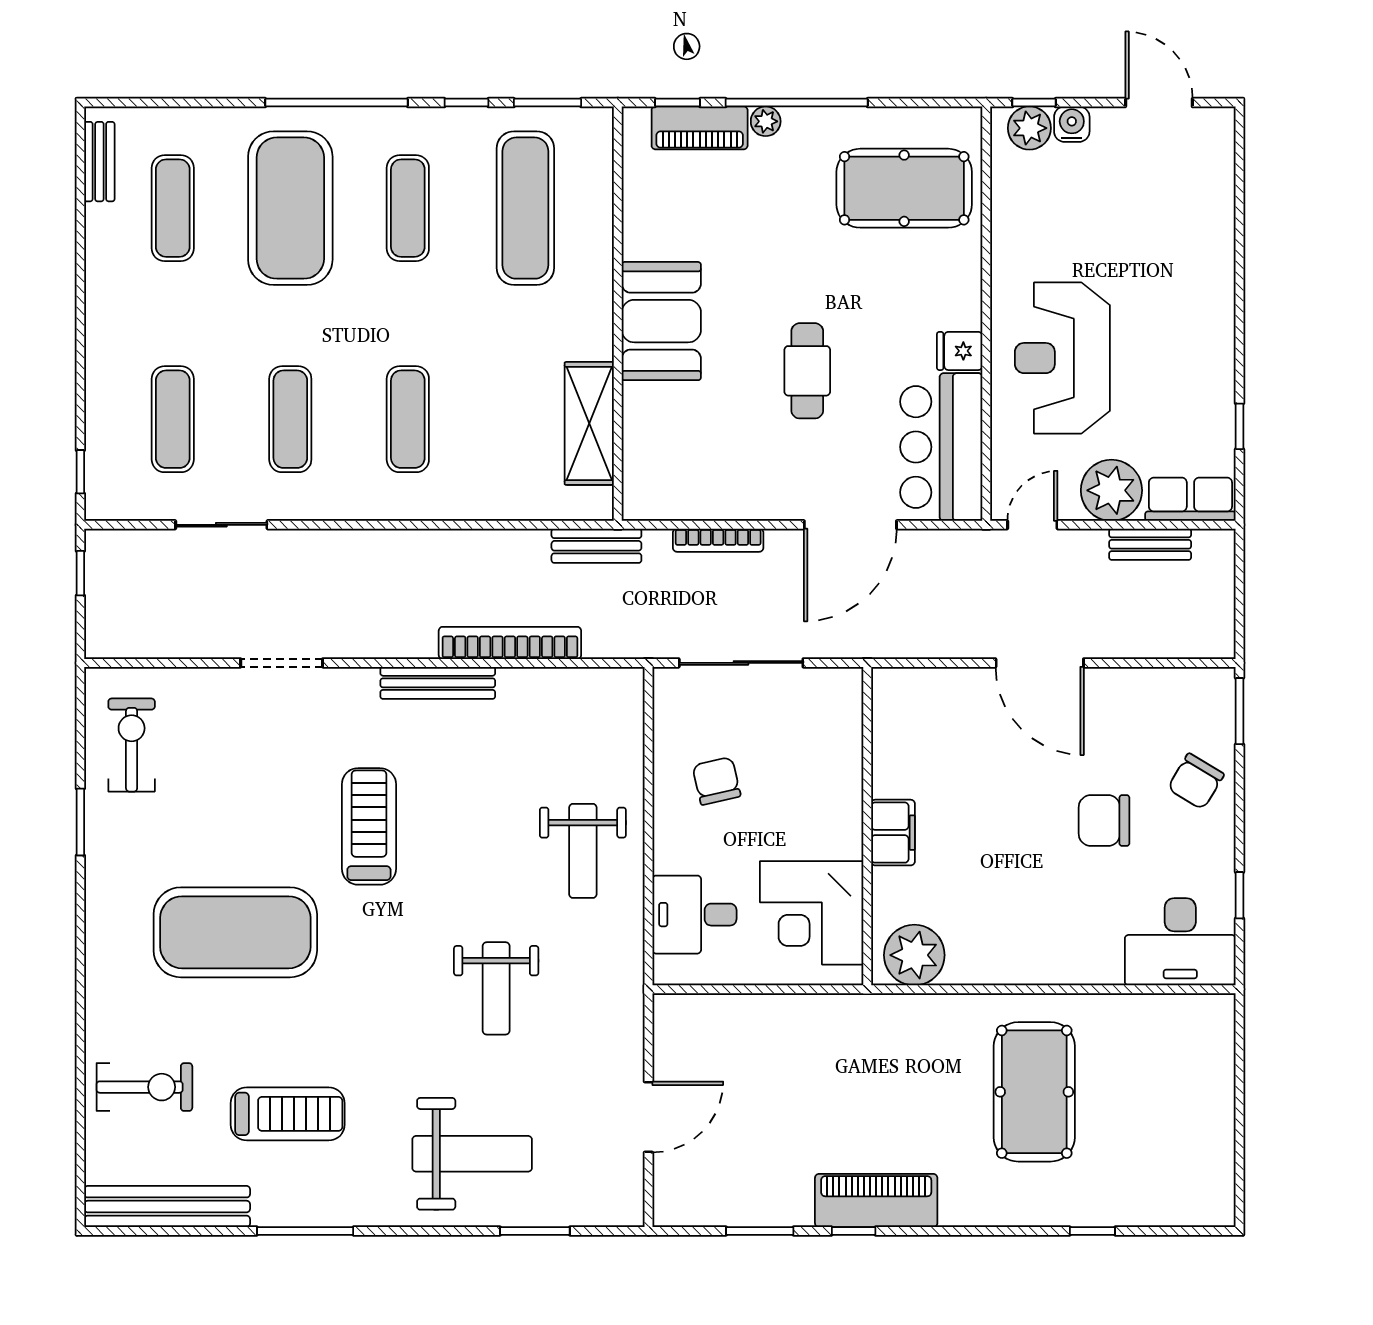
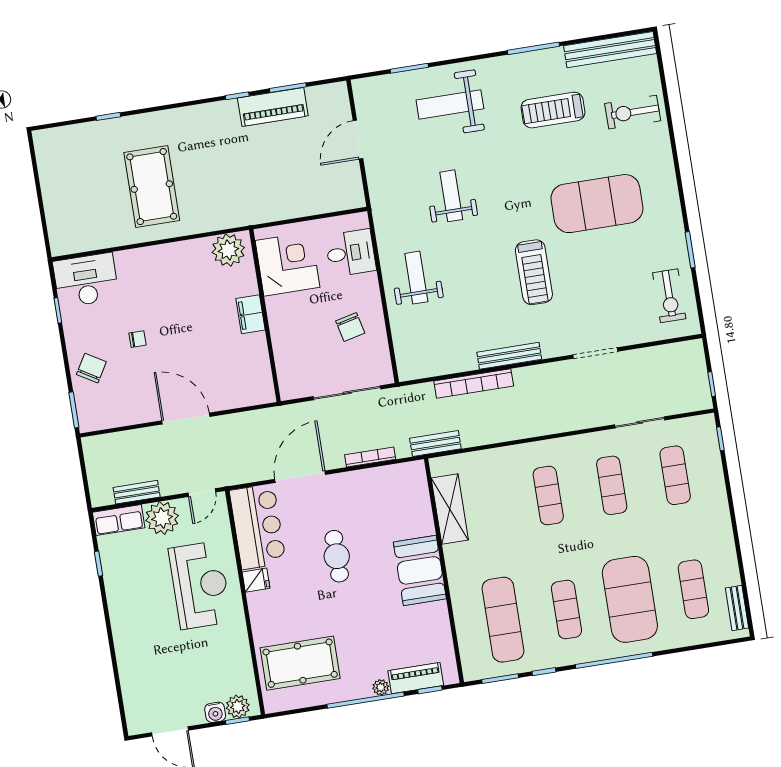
chair: (1104, 821) -> (138, 339), width x0.54, depth x0.54
piano: (876, 1201) -> (273, 107), moved

